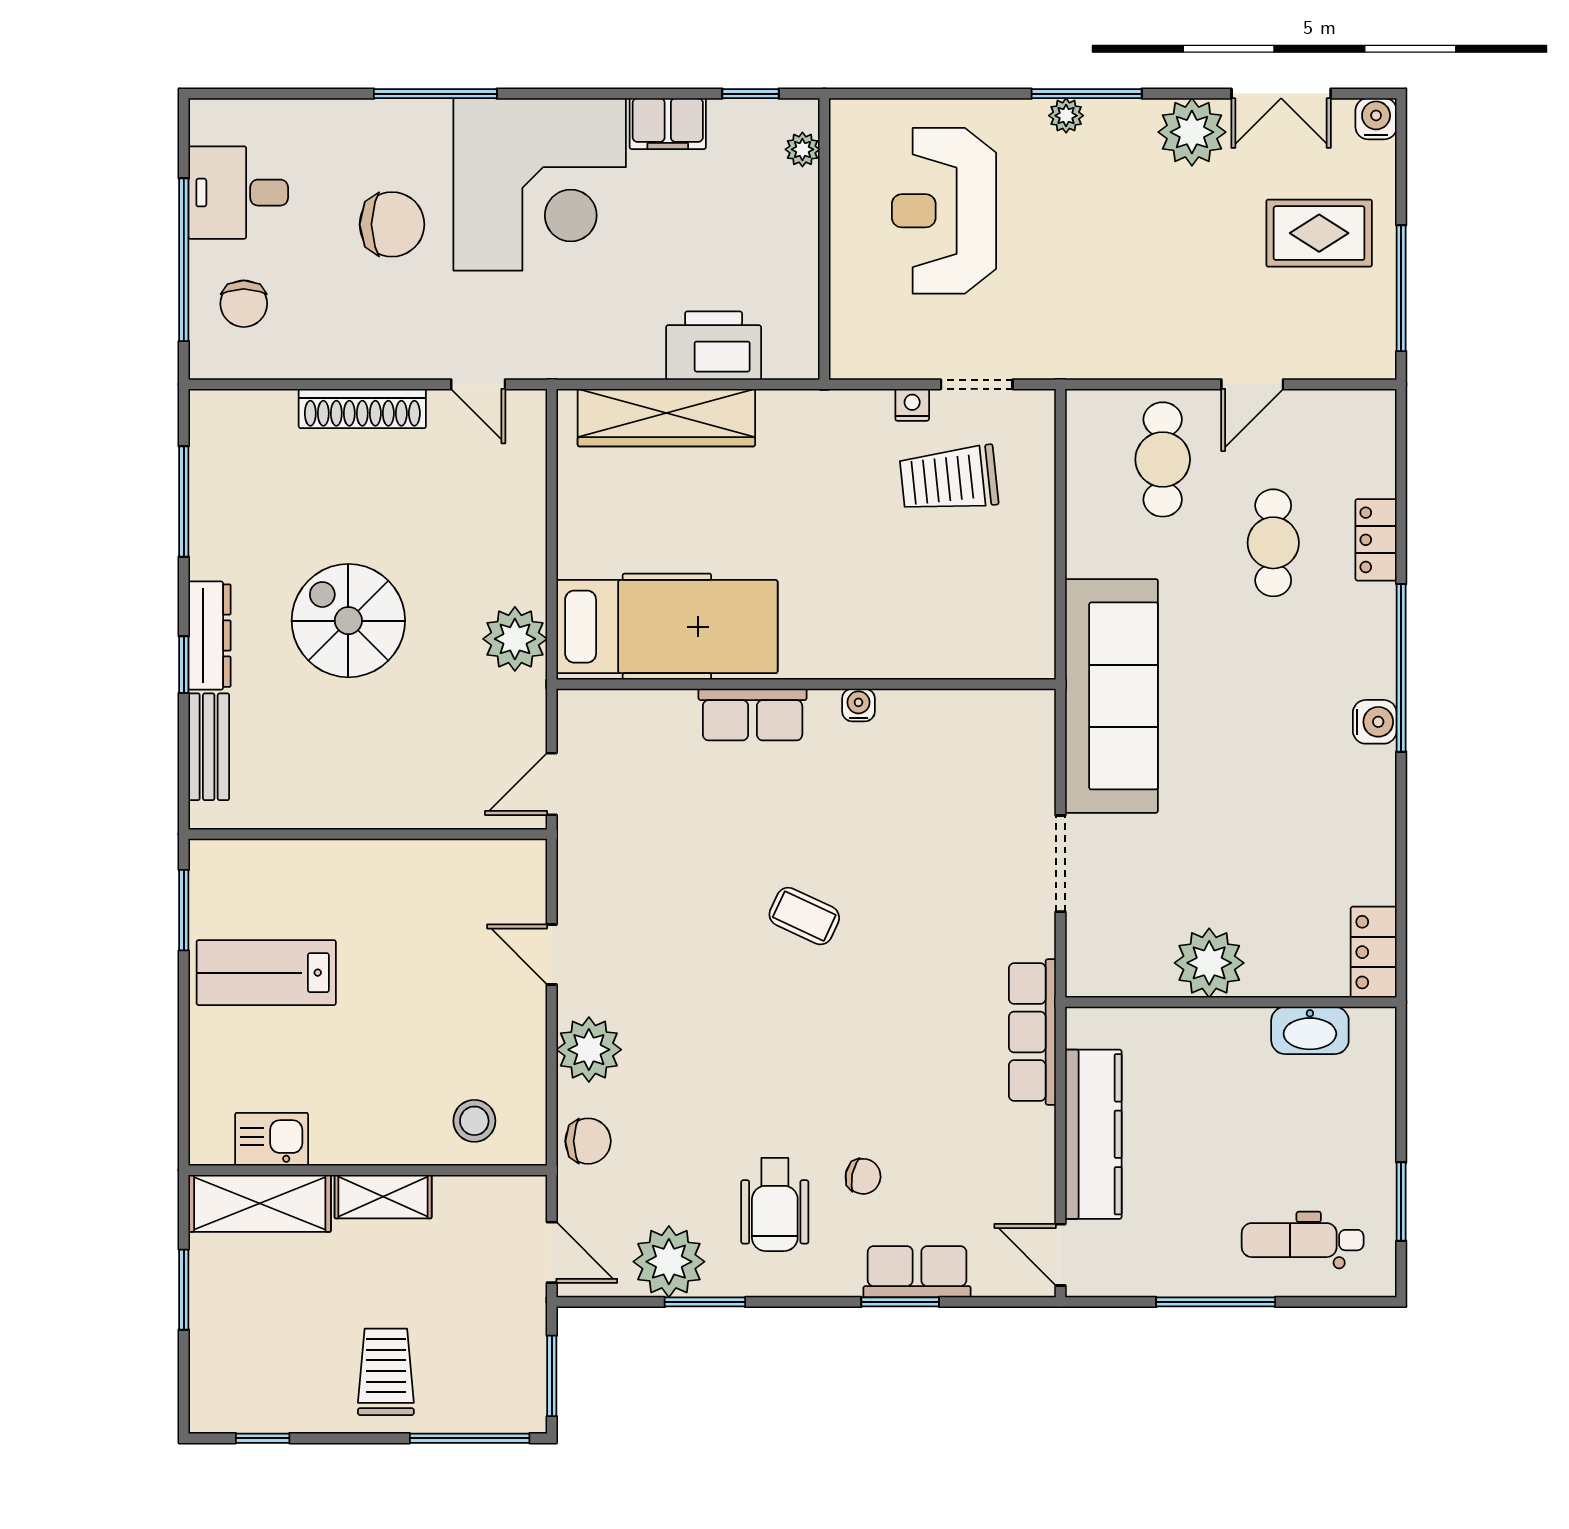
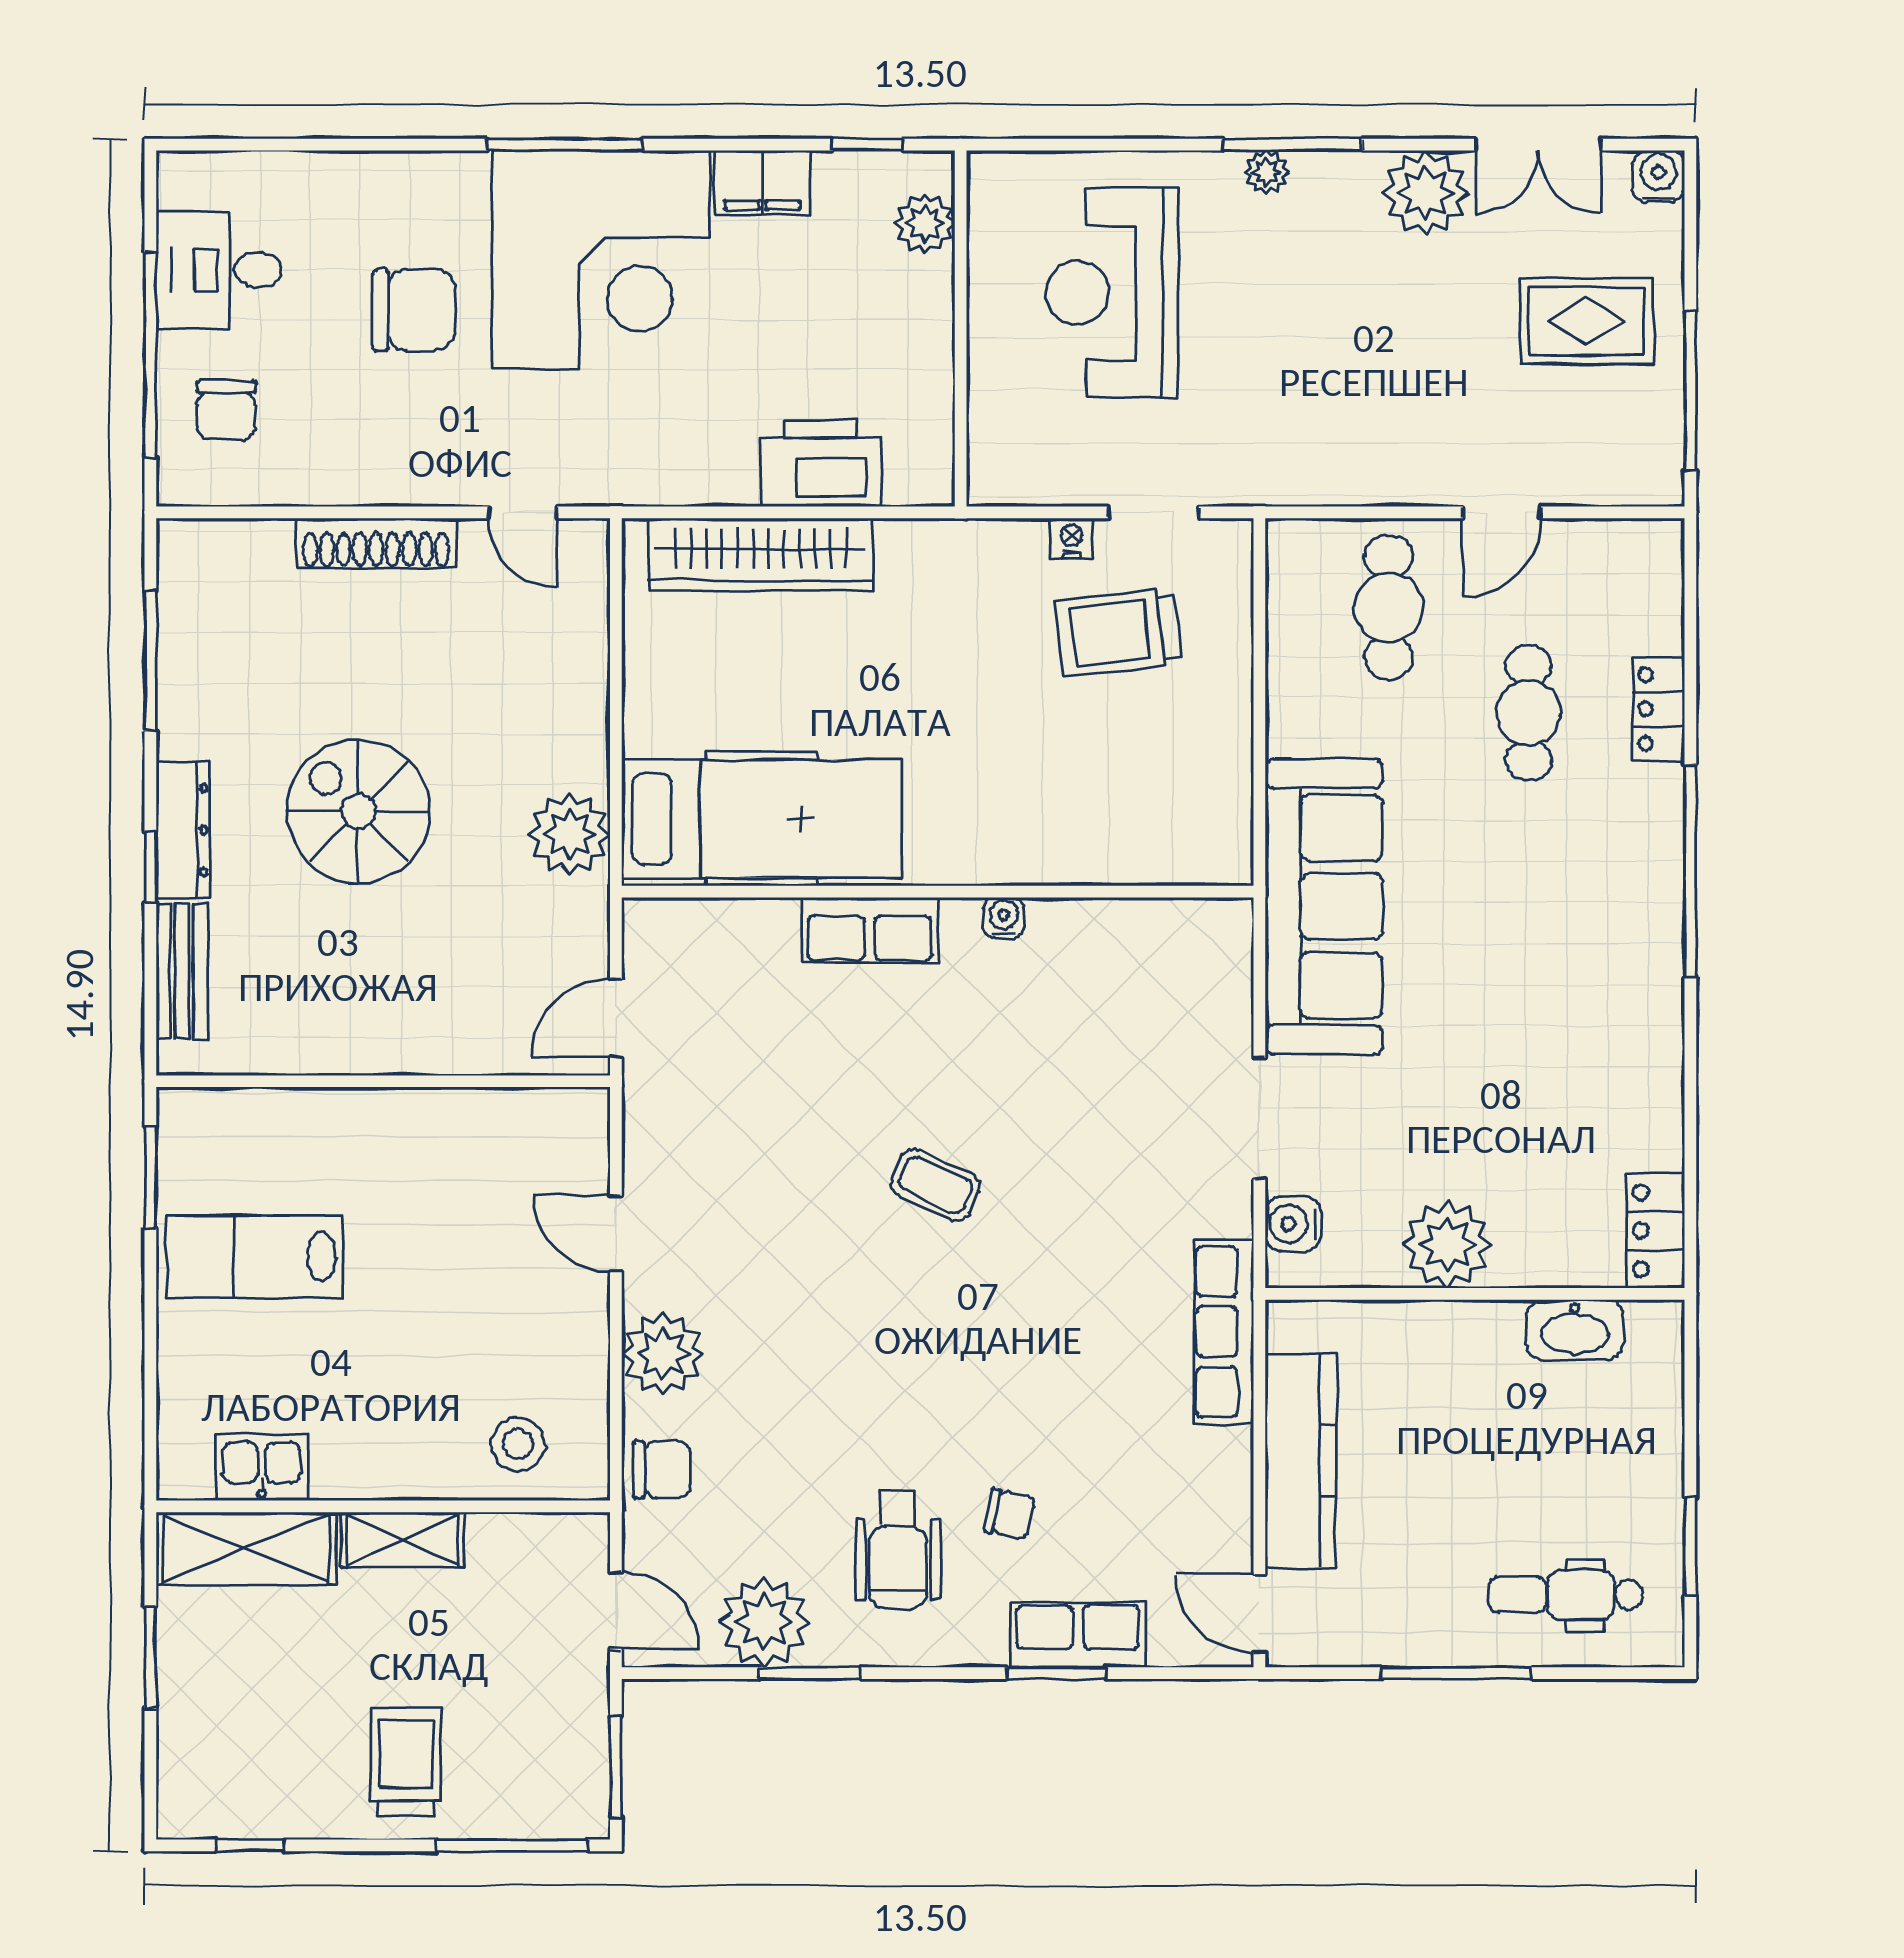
window: (435, 94) -> (564, 145), moved
plant: (802, 149) -> (925, 223), width x1.38, depth x1.38
water cooler: (1375, 722) -> (1293, 1224), moved, turned 180

